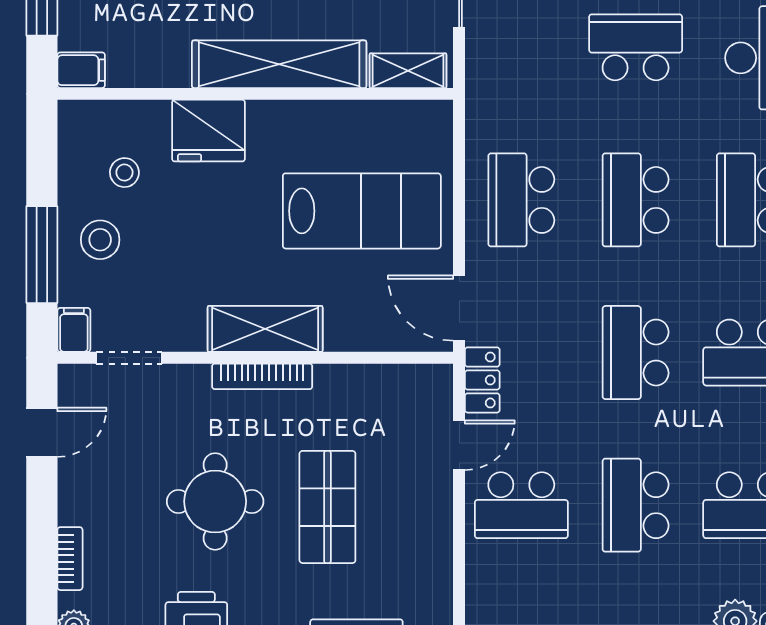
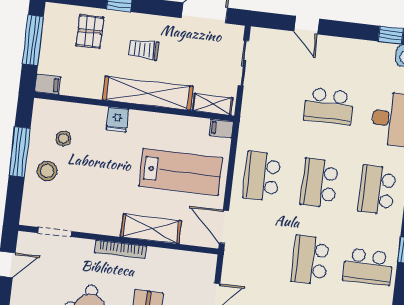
school desk: (636, 47) -> (329, 106), turned 180
fridge: (208, 131) -> (117, 119), width x0.53, depth x0.75
window: (42, 255) -> (20, 152), moved
shelving: (265, 329) -> (151, 229), moved
filing cabinet: (74, 330) -> (221, 128), moved, turned -90
locker: (482, 380) -> (231, 264), removed

